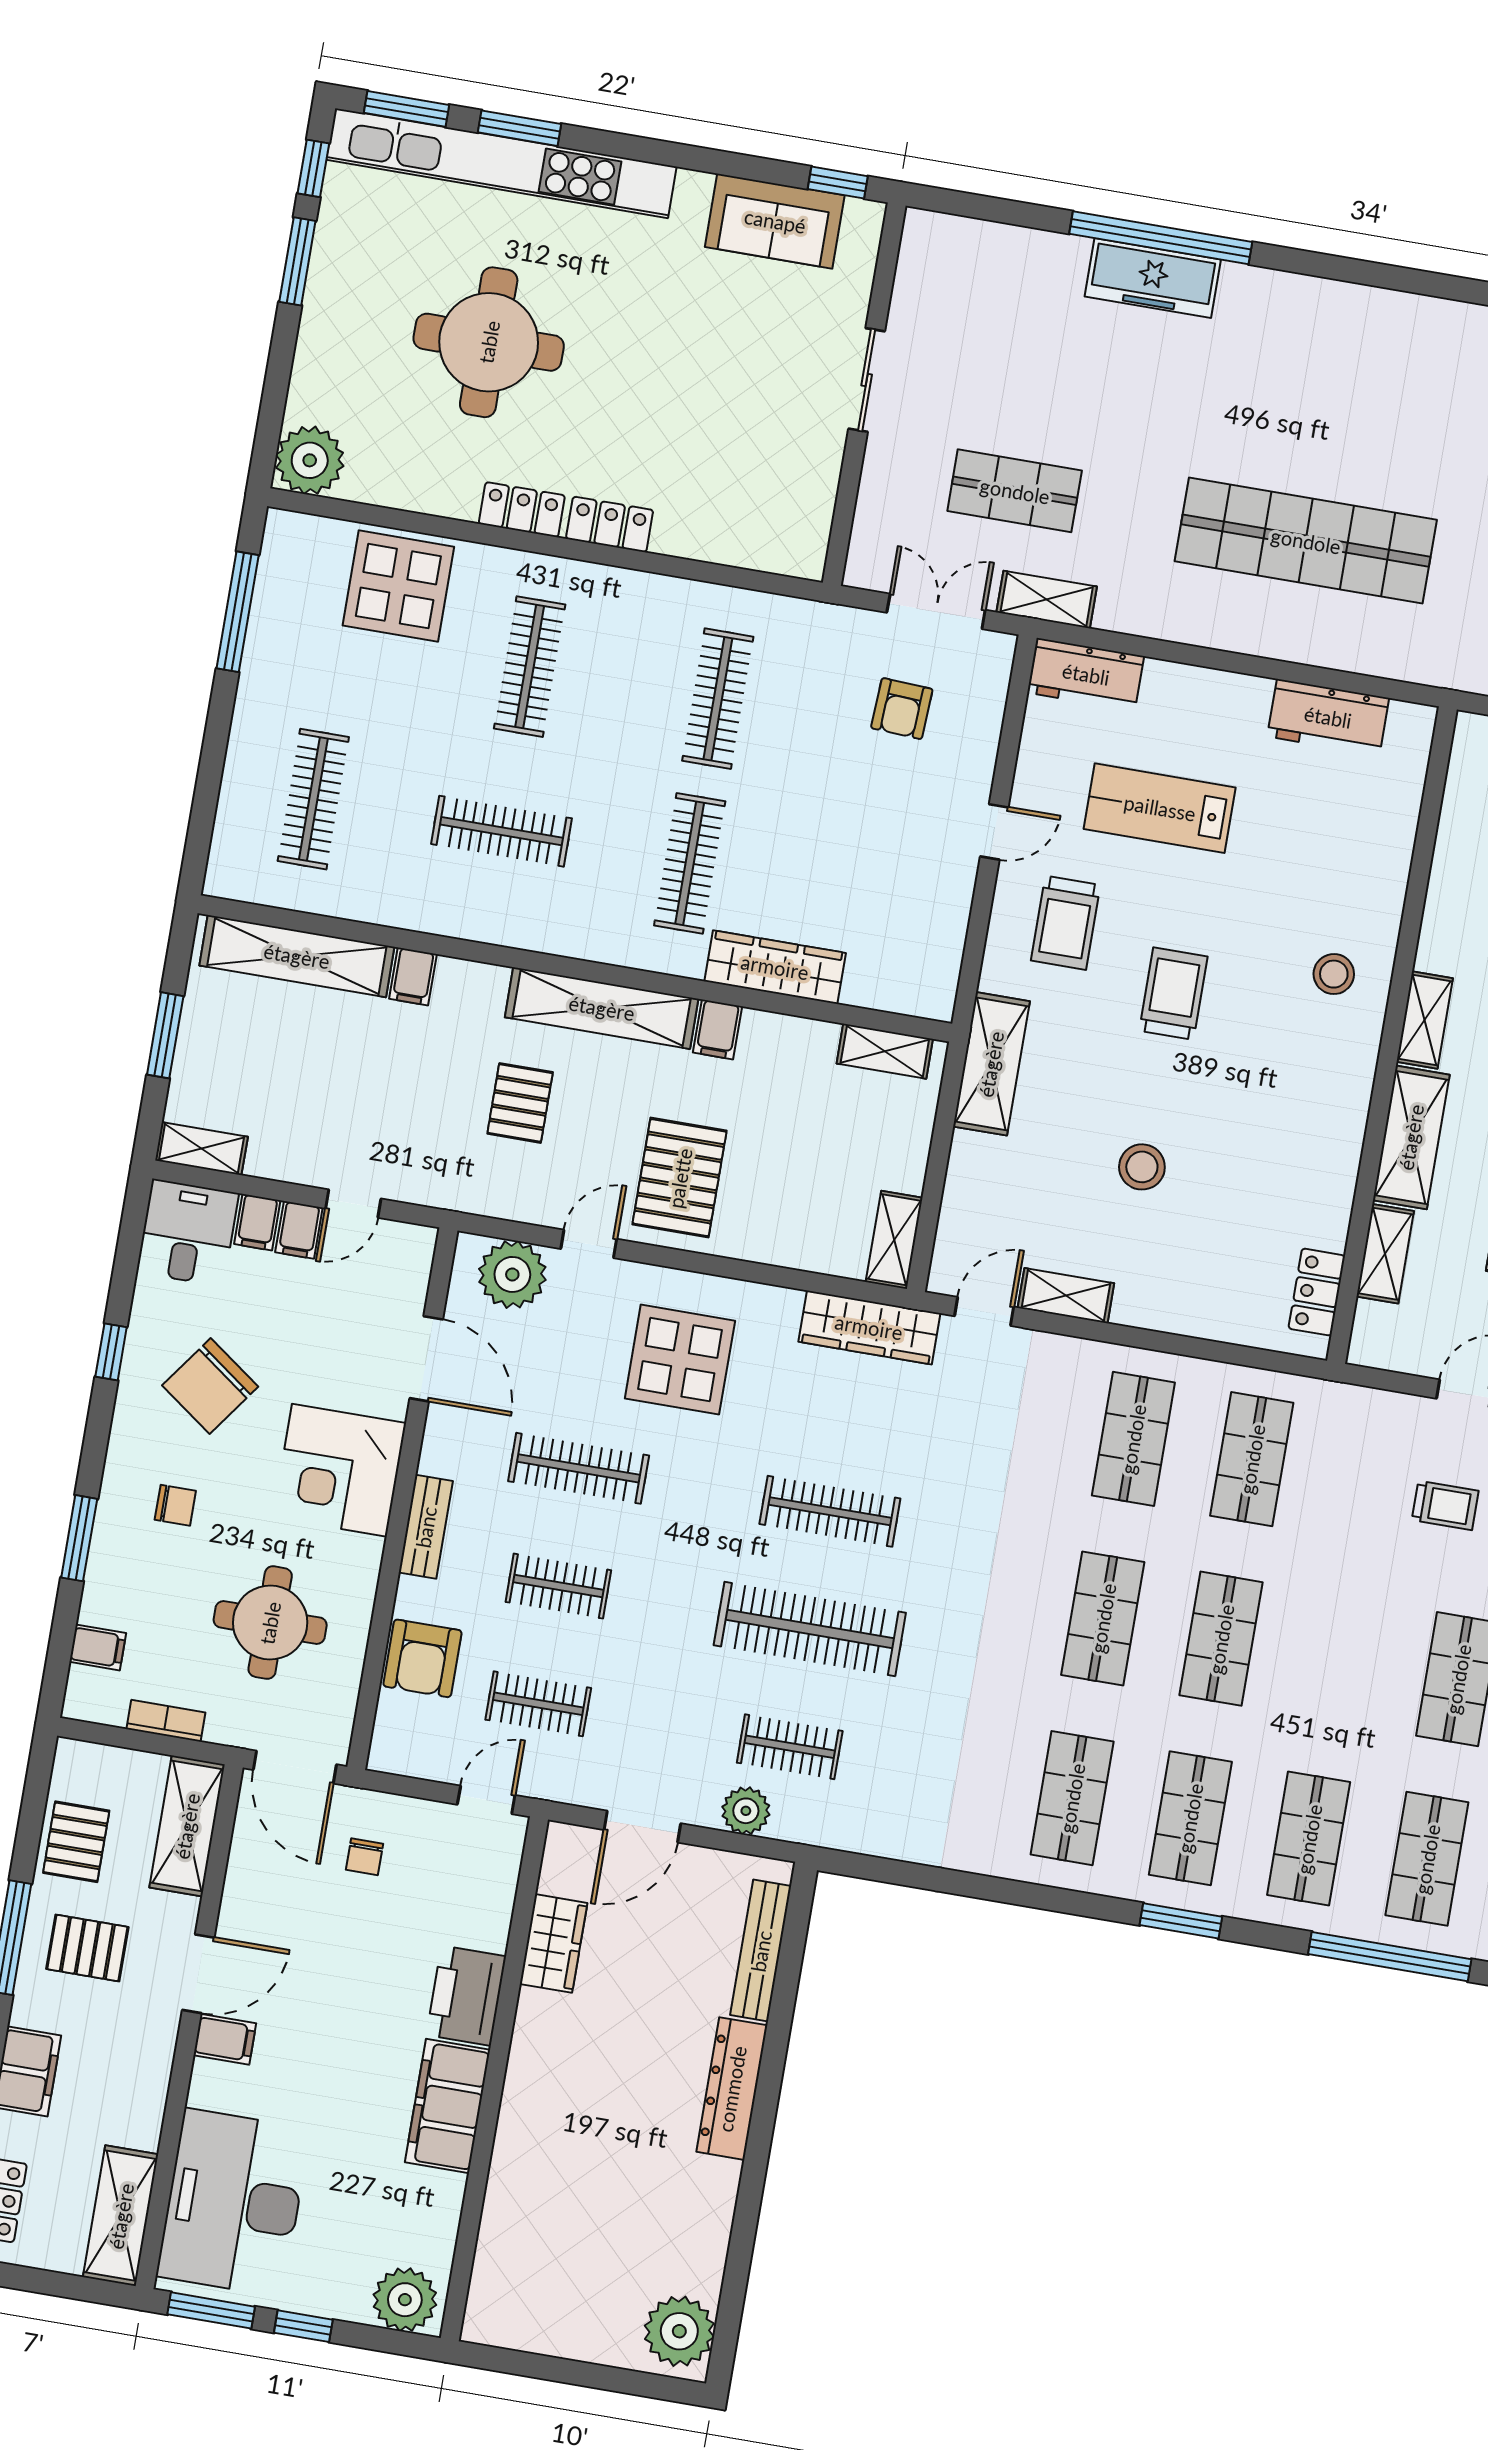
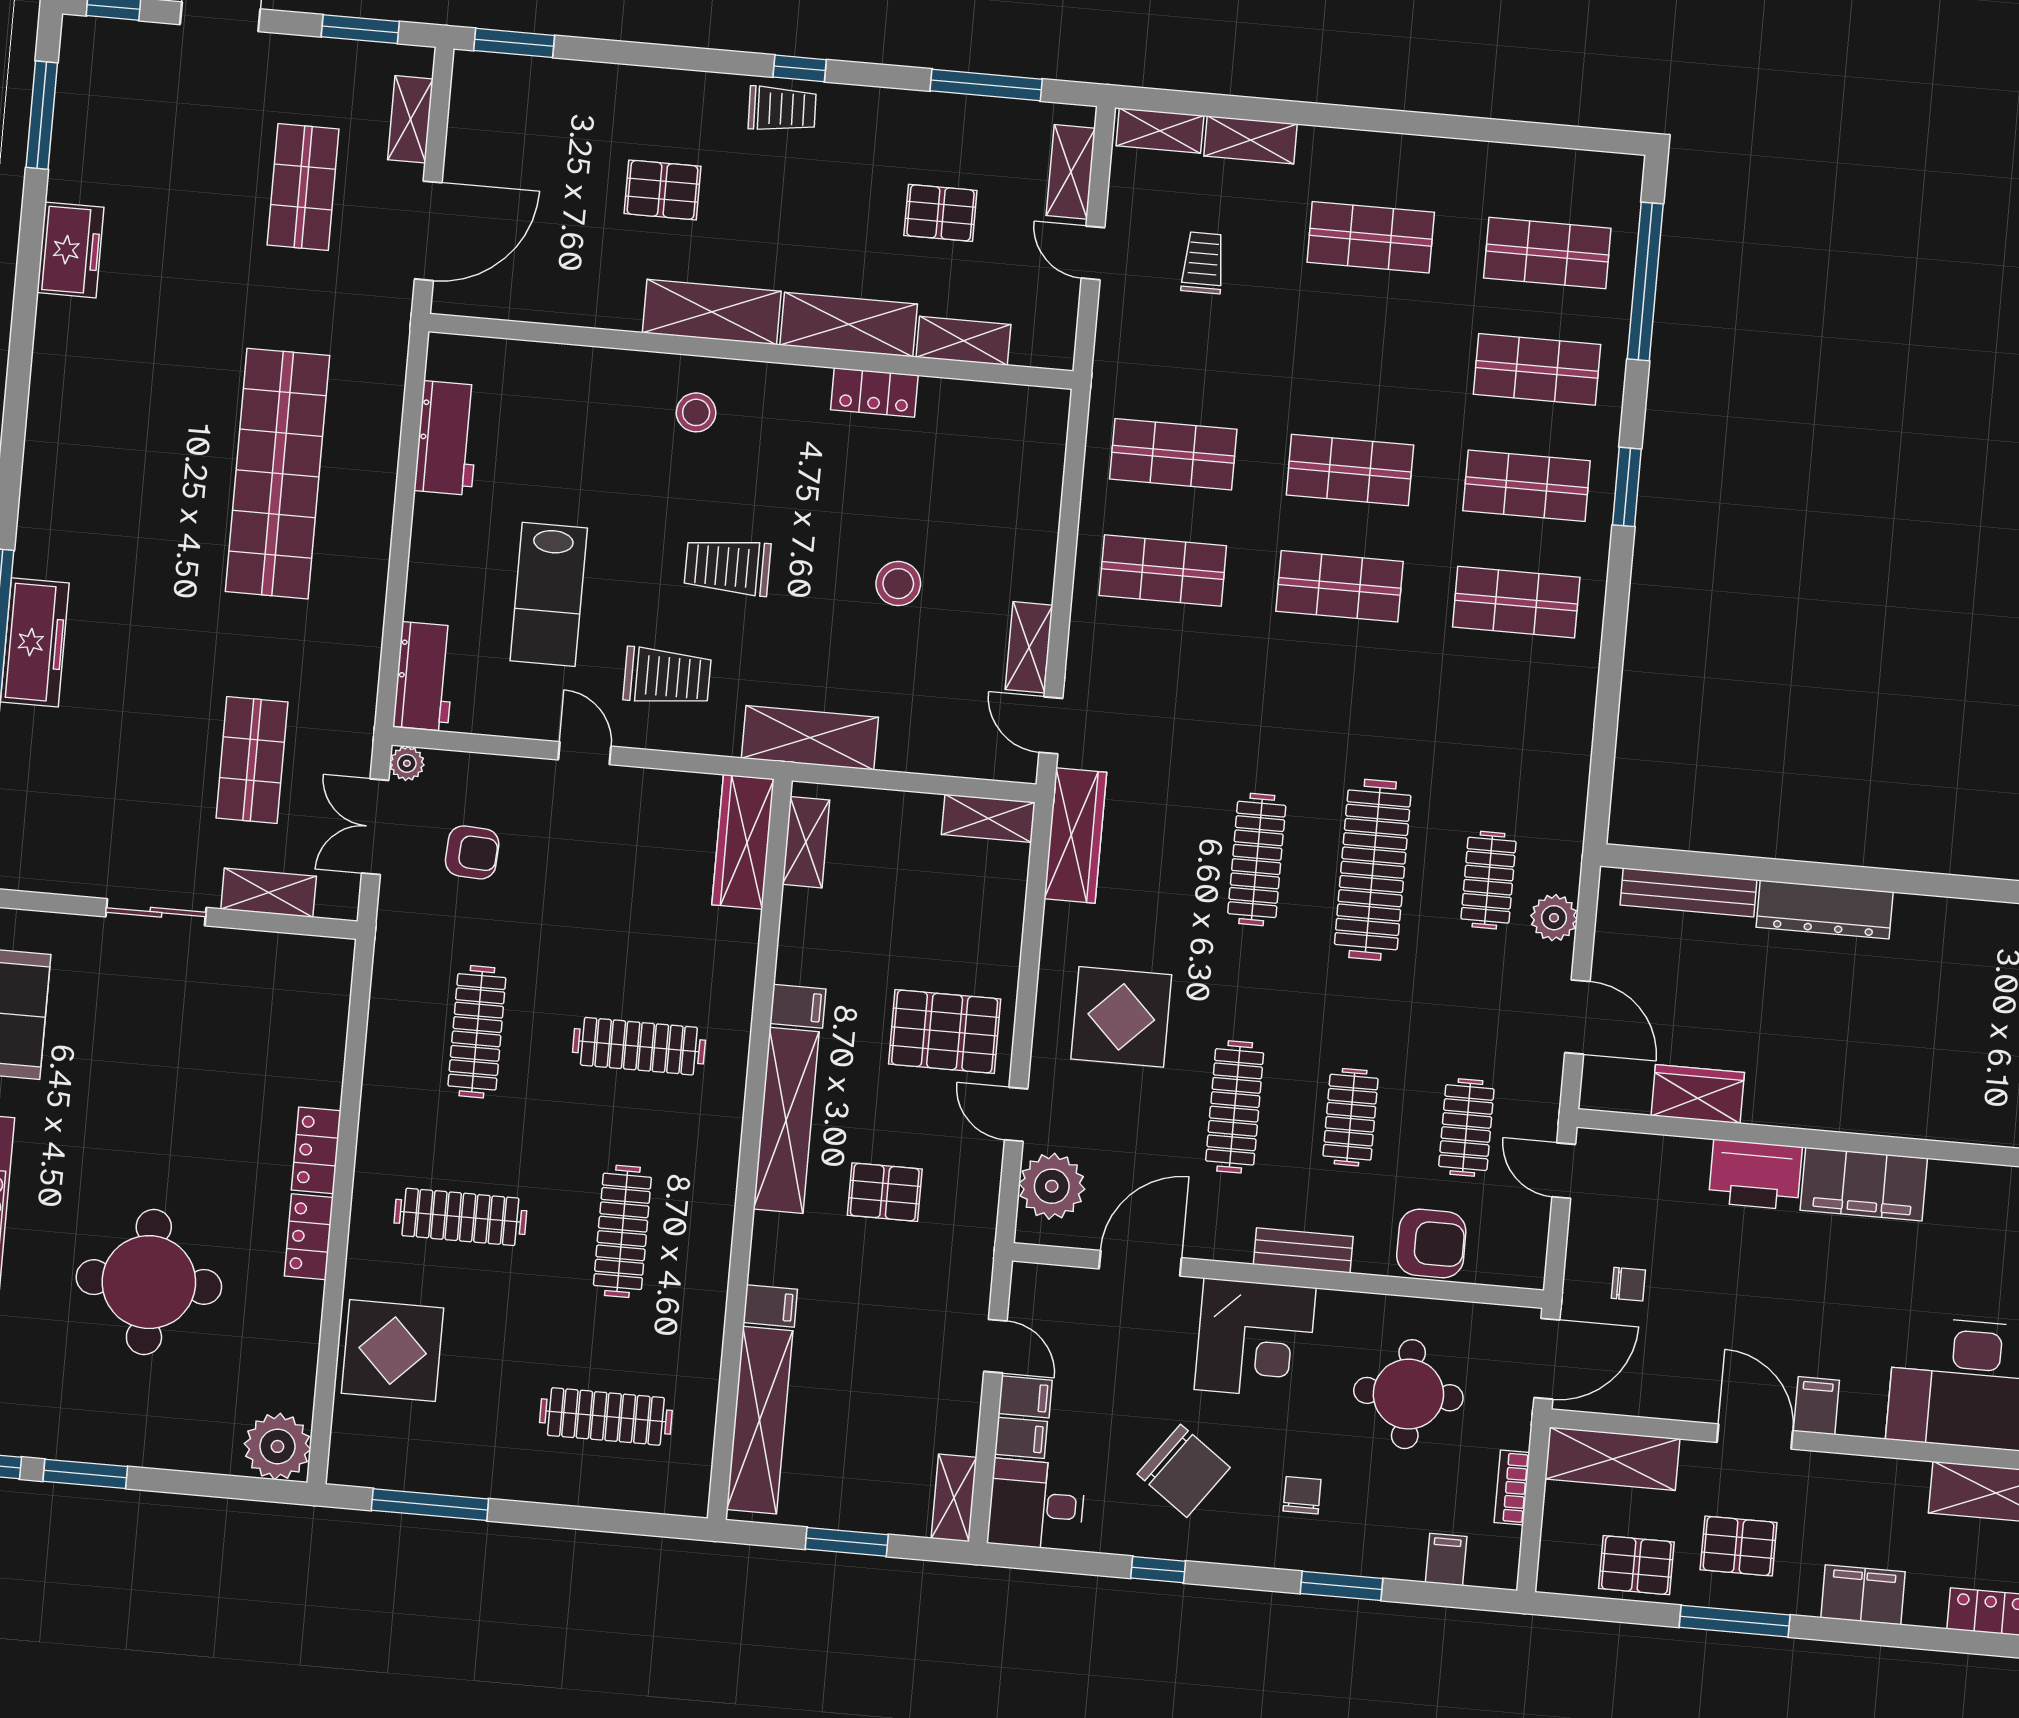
shelving: (1047, 600) -> (269, 893), moved, turned 90
plant: (998, 649) -> (407, 763), added
clothes rail: (718, 699) -> (477, 1032), turned 90
wardrobe: (775, 967) -> (743, 842), moved
shelving: (1425, 1020) -> (712, 312), width x1.50, depth x1.33
locker: (1317, 1292) -> (874, 392), moved
pallet: (87, 1948) -> (1739, 1546), turned 90

